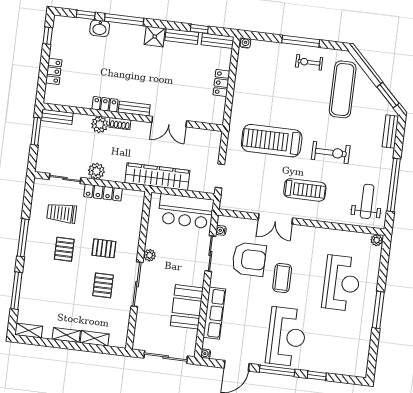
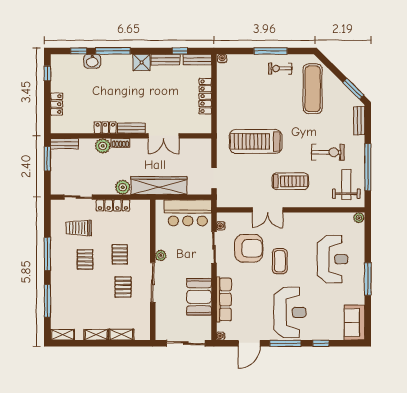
locker: (221, 83) -> (205, 96), width x1.53
exercise bike: (331, 153) -> (328, 152), moved
plant: (96, 171) -> (123, 187), moved
pallet: (104, 248) -> (120, 254), turned 90
sofa: (357, 357) -> (354, 323), added

